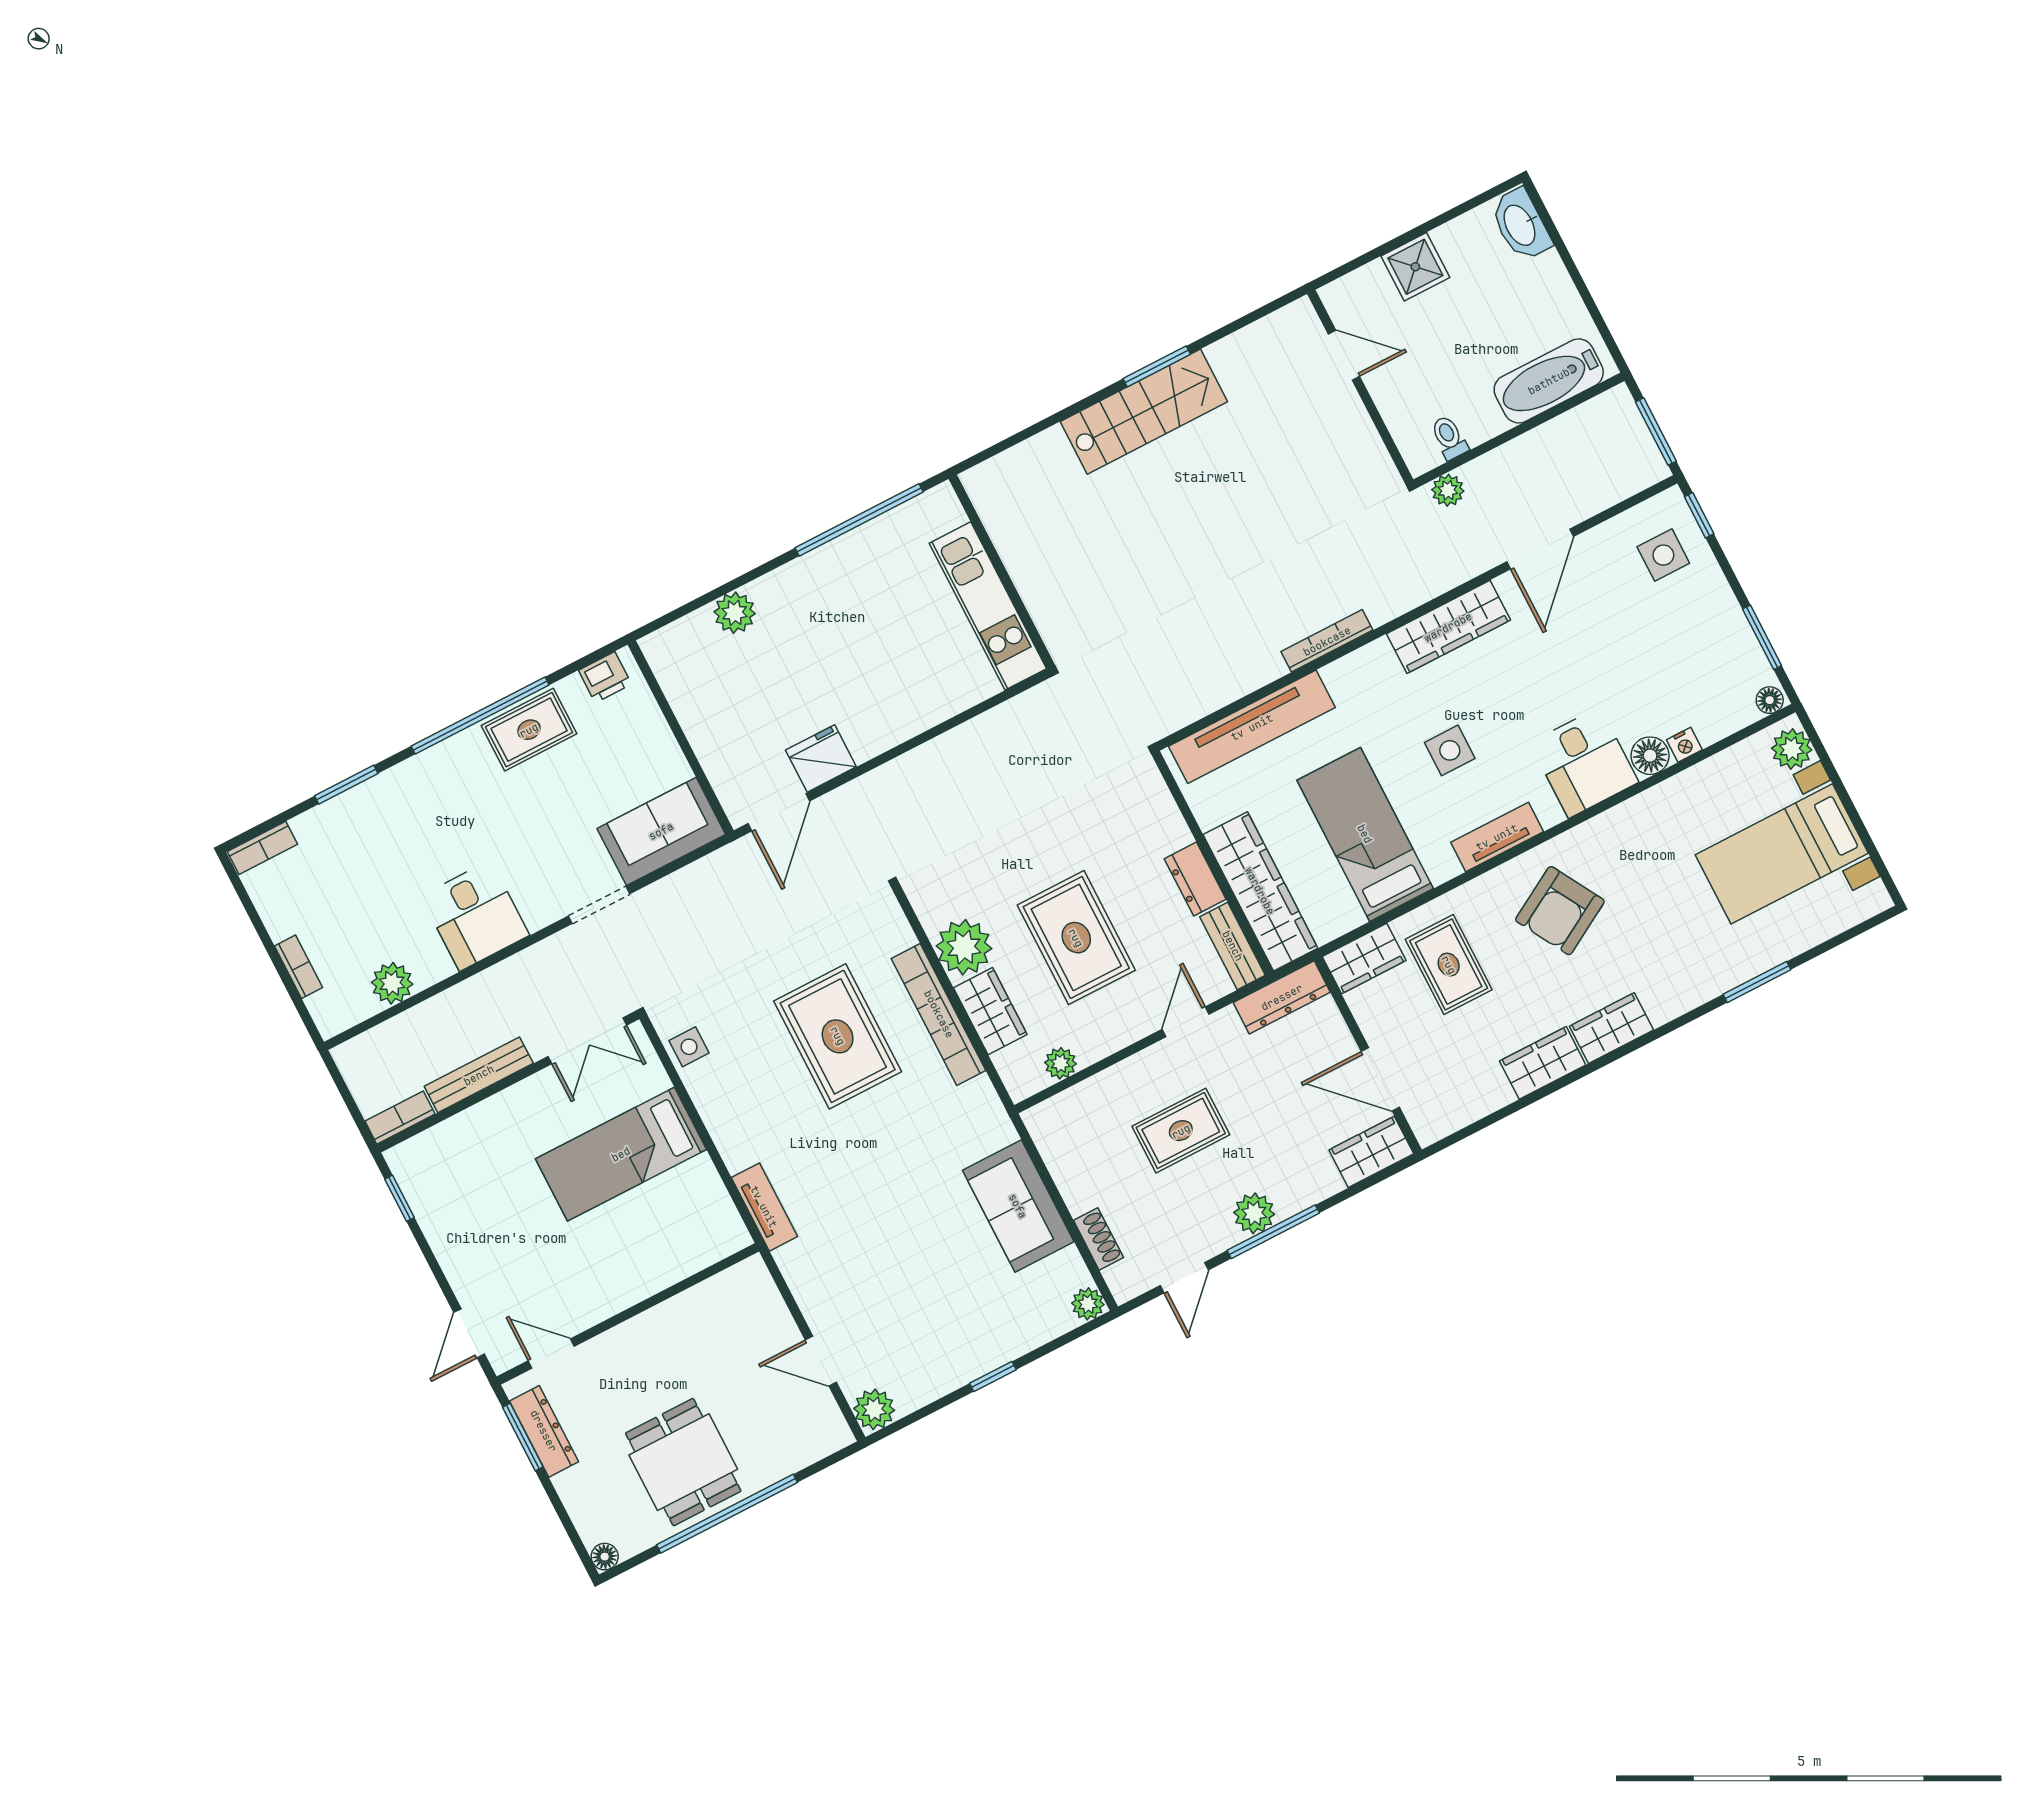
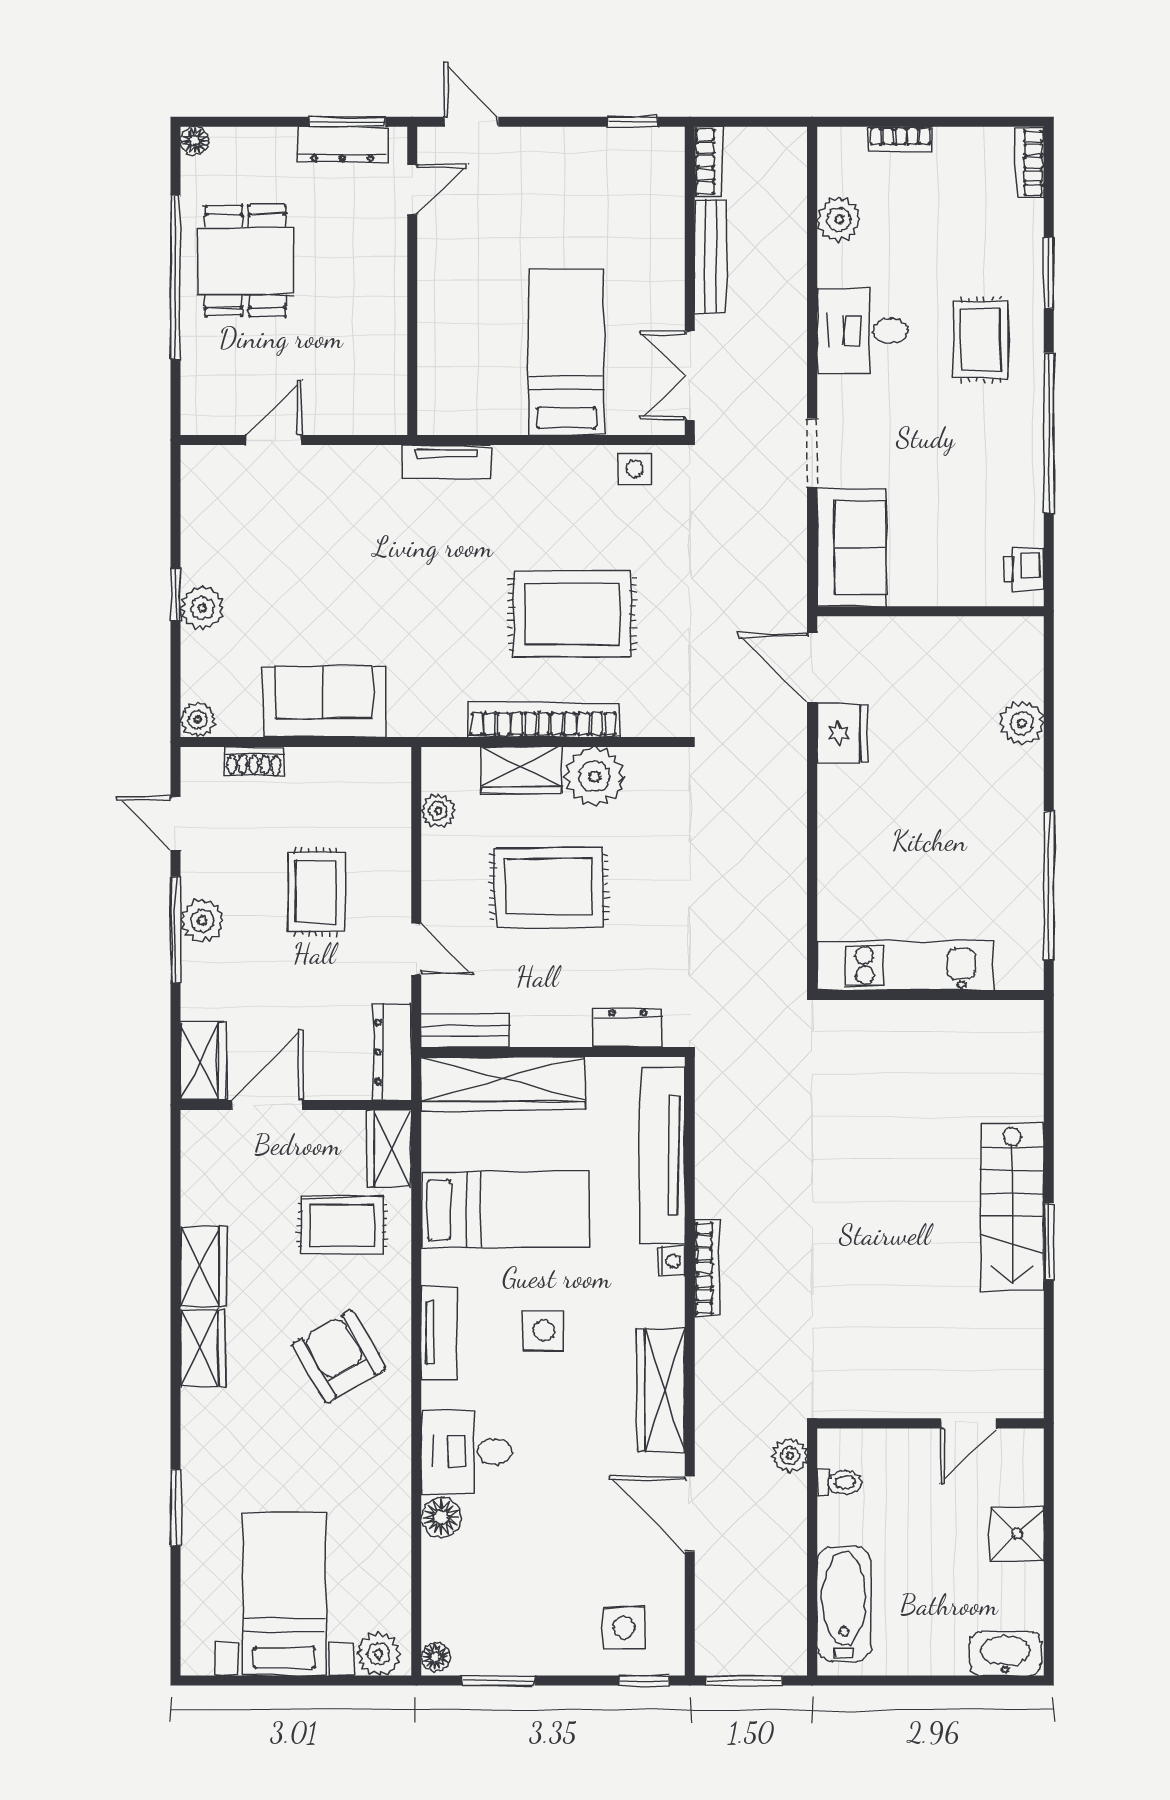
rug: (529, 730) -> (981, 339), moved
nightstand: (1684, 745) -> (671, 1261), moved, turned 180
dresser: (1195, 879) -> (628, 1028), moved
plant: (874, 1409) -> (202, 608), moved
dining table: (683, 1462) -> (246, 261), turned 90

